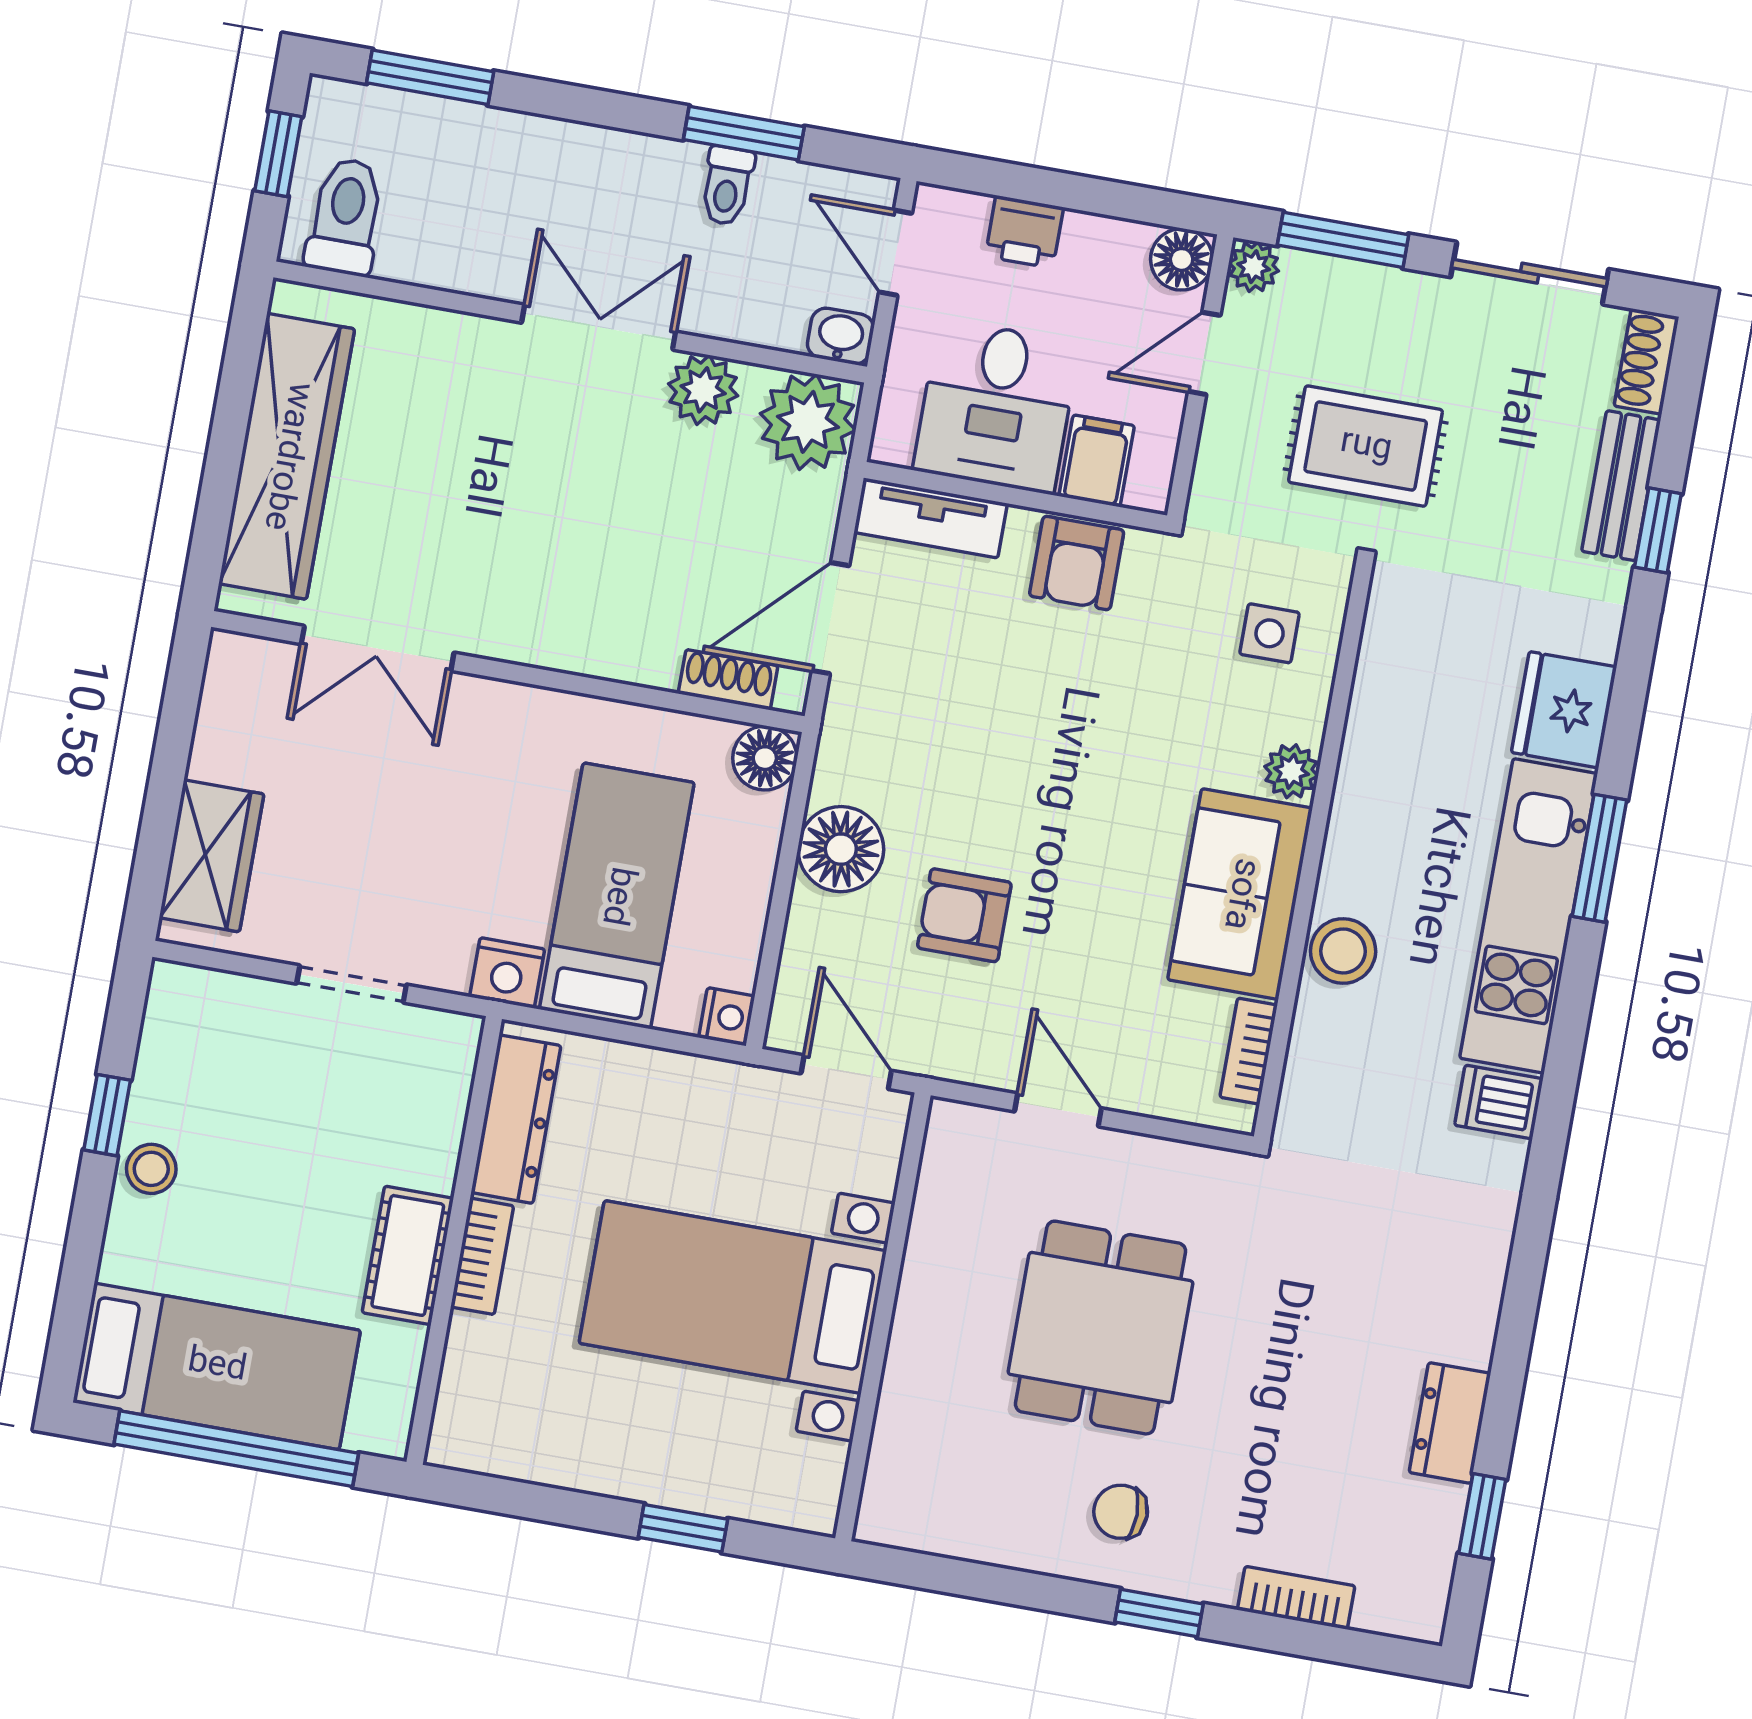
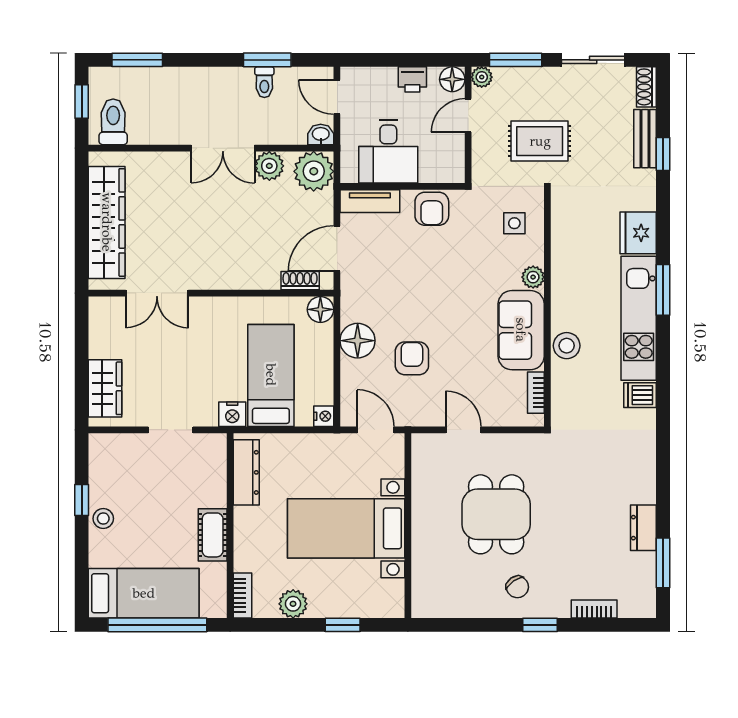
printer: (1024, 232) -> (412, 79), moved
double door: (599, 327) -> (223, 148), swing flipped
filing cabinet: (1097, 461) -> (433, 166), removed
armchair: (964, 915) -> (412, 358), turned 90
bookcase: (482, 1256) -> (242, 595), moved
plant: (572, 1456) -> (293, 604), added
chair: (1121, 1512) -> (517, 587), turned -125
window: (1482, 1516) -> (663, 563), width x1.50

